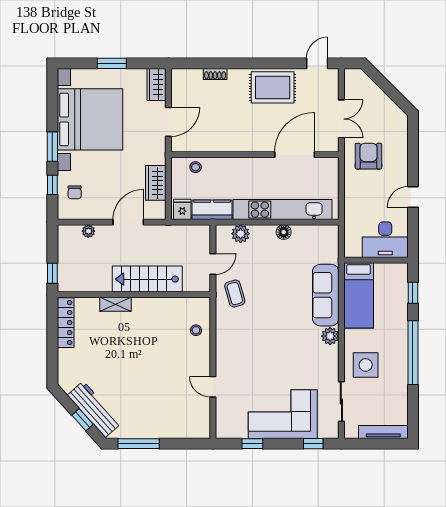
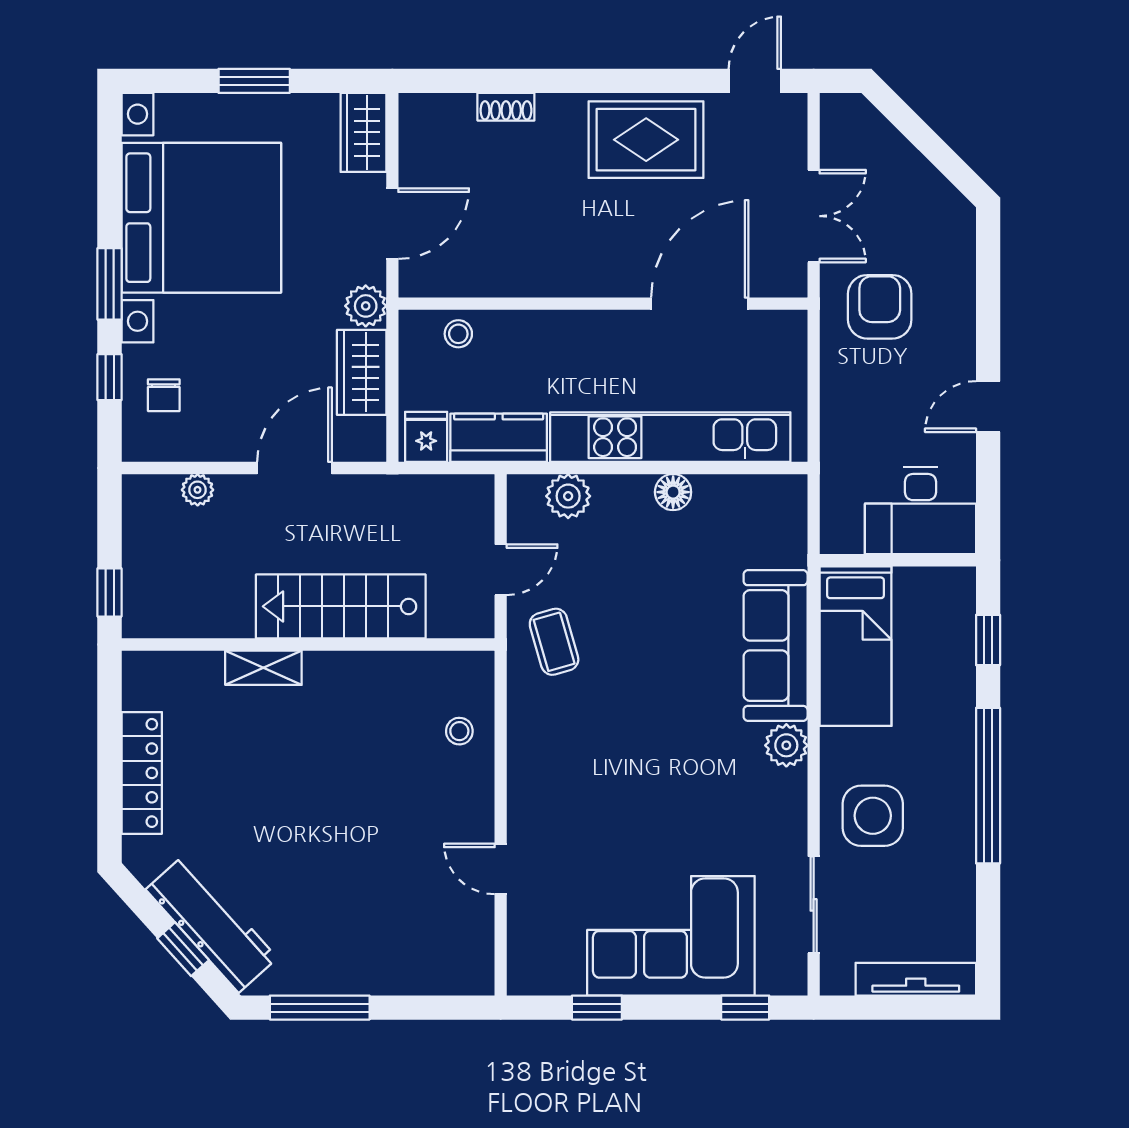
plant: (157, 156) -> (366, 306), added
locker: (66, 323) -> (142, 773), moved

